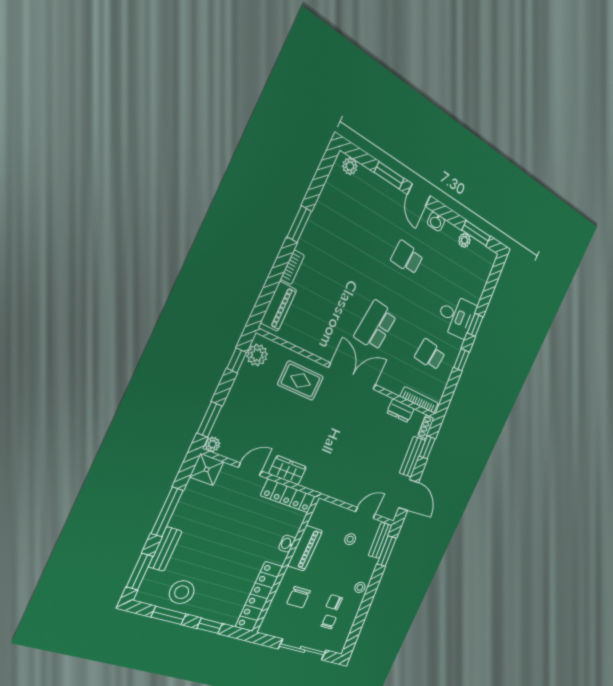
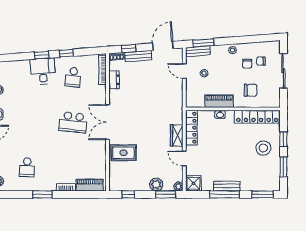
school desk: (407, 258) -> (27, 167), moved
plant: (257, 355) -> (156, 185), moved
rug: (301, 381) -> (123, 153), turned 90
bench: (165, 549) -> (227, 186), moved
stool: (182, 592) -> (263, 148), moved

